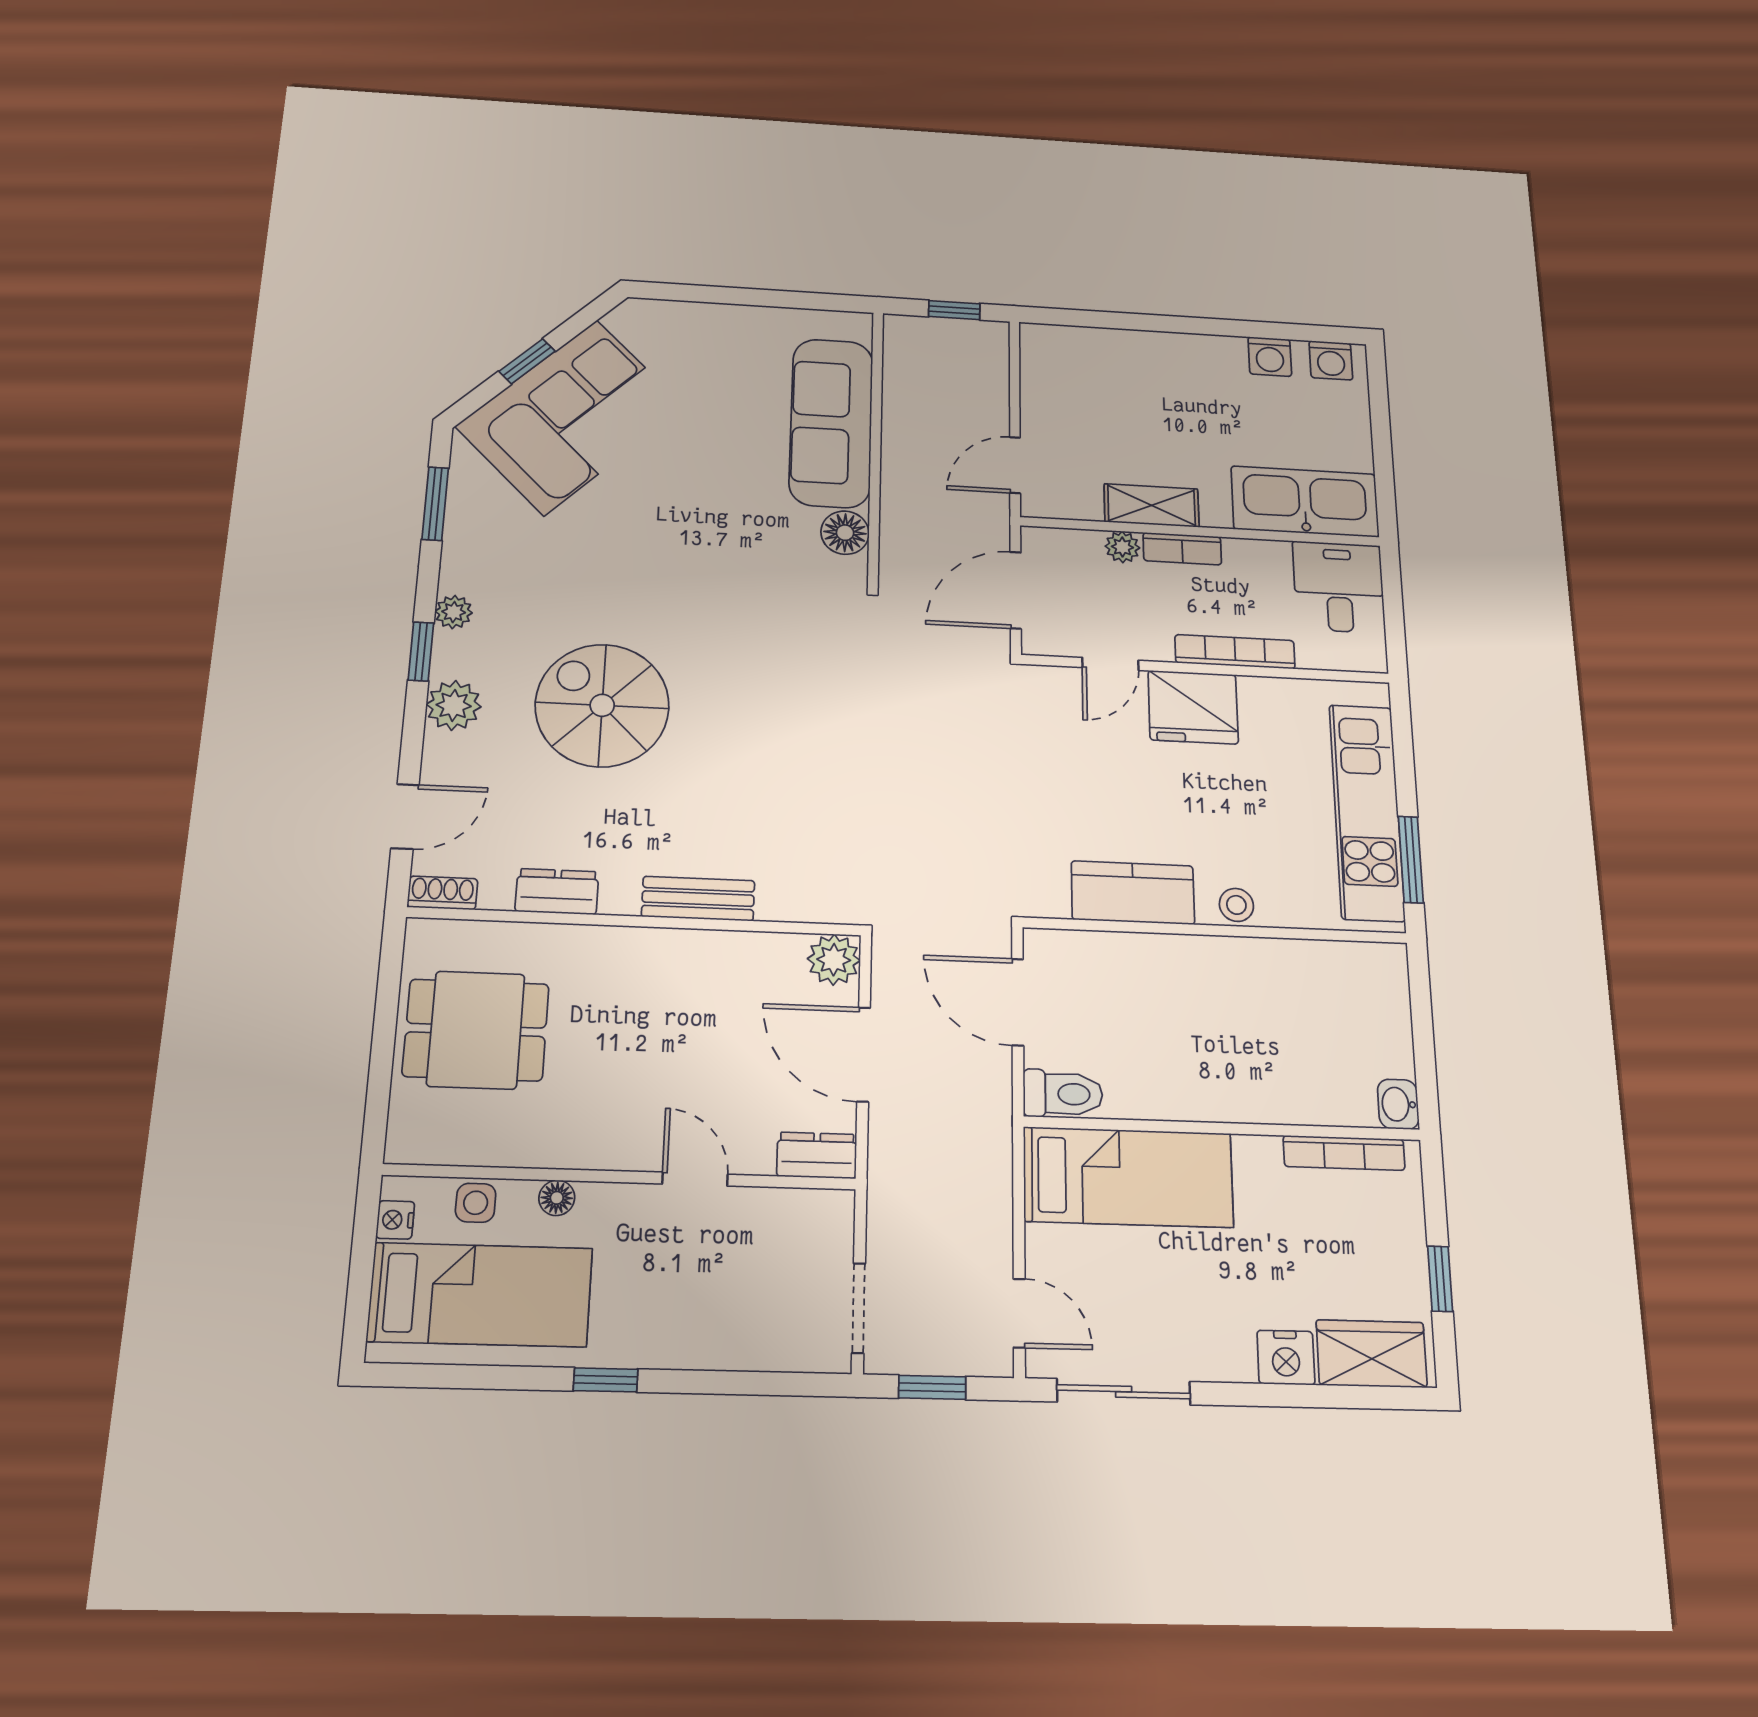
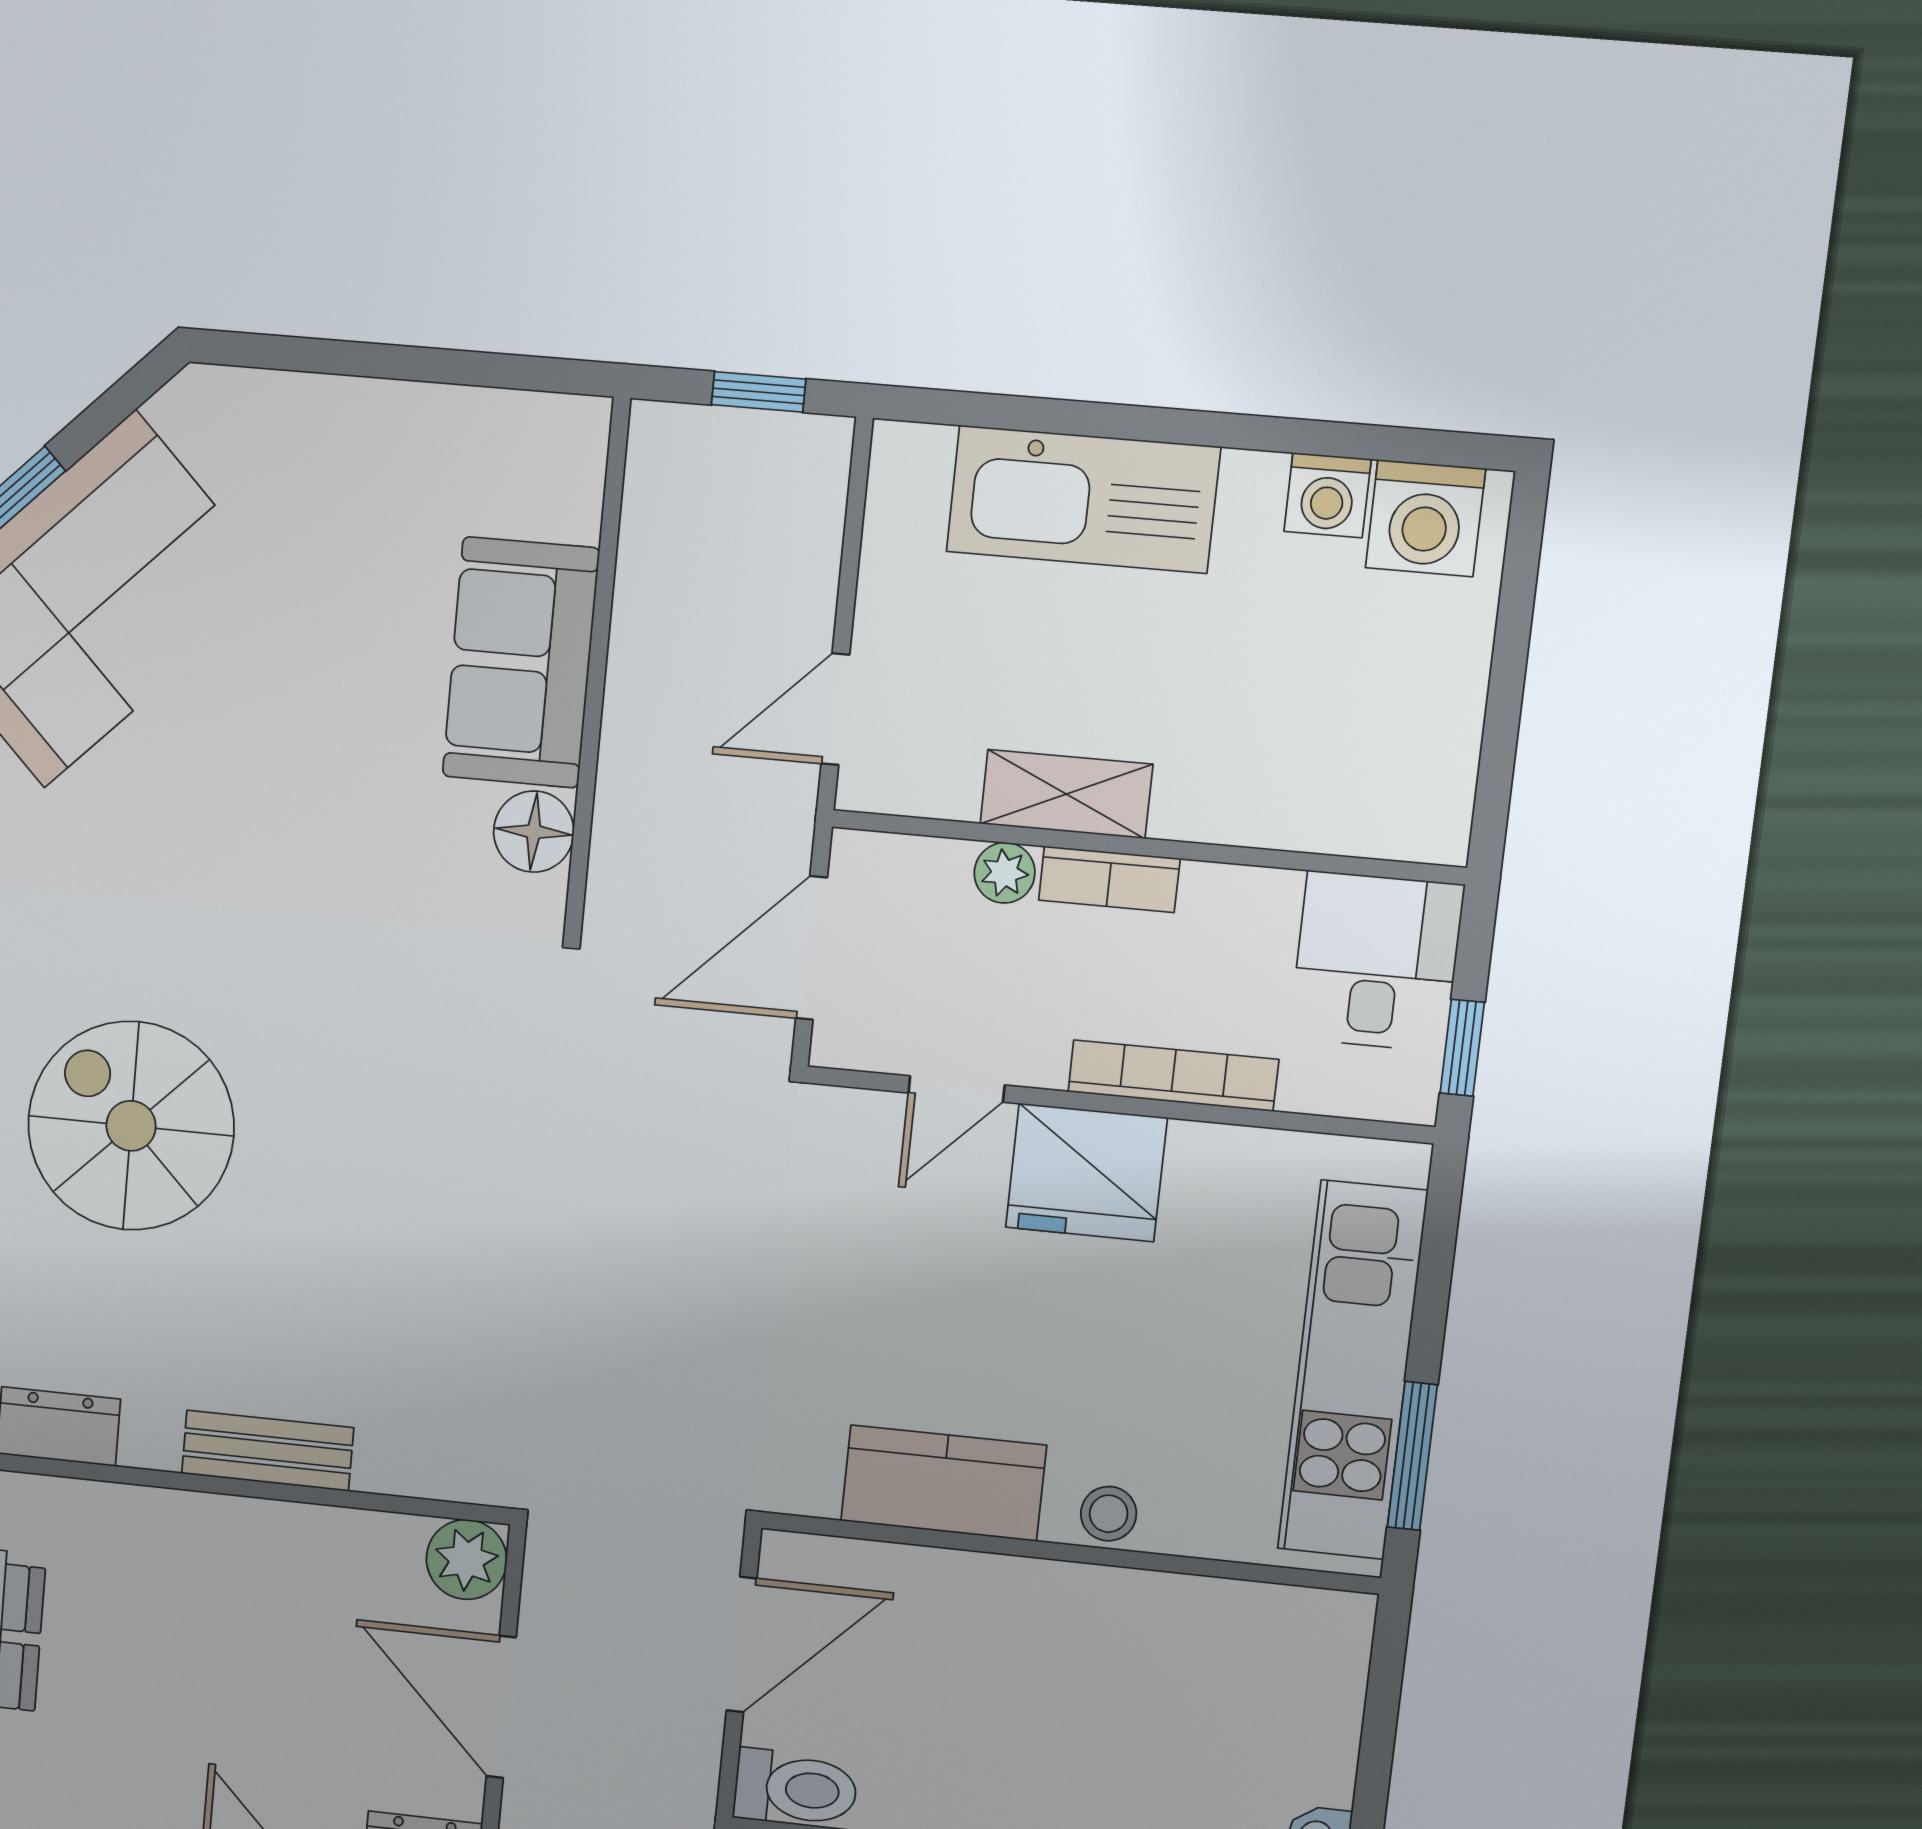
washing machine: (1331, 360) -> (1425, 518), width x1.38, depth x1.38
sofa: (831, 423) -> (521, 663), width x0.73
kitchen sink: (1305, 502) -> (1083, 499), moved, turned 180
window: (1395, 631) -> (1462, 1048), added
door: (1018, 1002) -> (742, 1645), swing flipped

